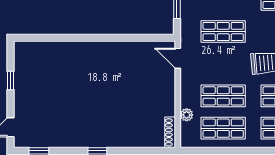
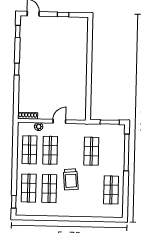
door: (178, 58) -> (59, 121), moved

